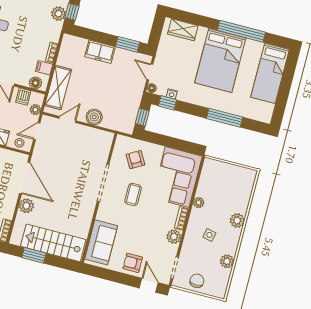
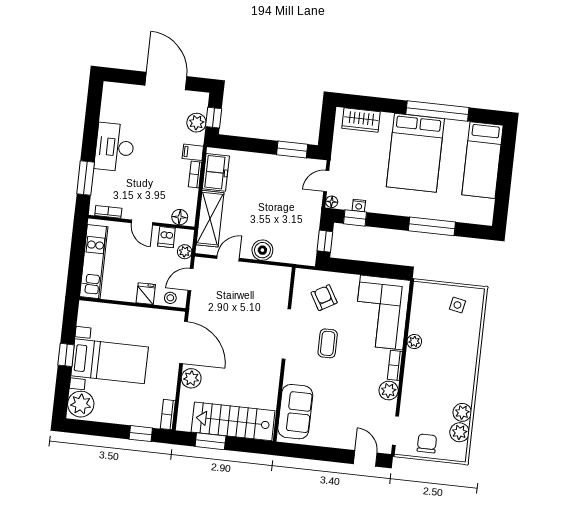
freezer: (100, 52) -> (216, 172), moved, turned -90
filing cabinet: (44, 68) -> (193, 152), moved
door: (150, 72) -> (326, 181), hinge flipped
plant: (237, 221) -> (460, 432), moved
side table: (209, 235) -> (457, 305), moved
armchair: (133, 263) -> (340, 432), removed

